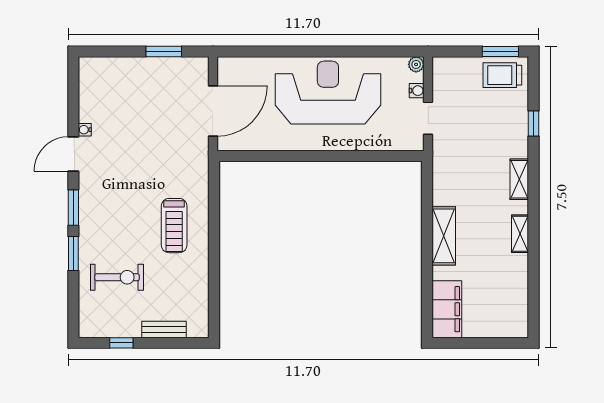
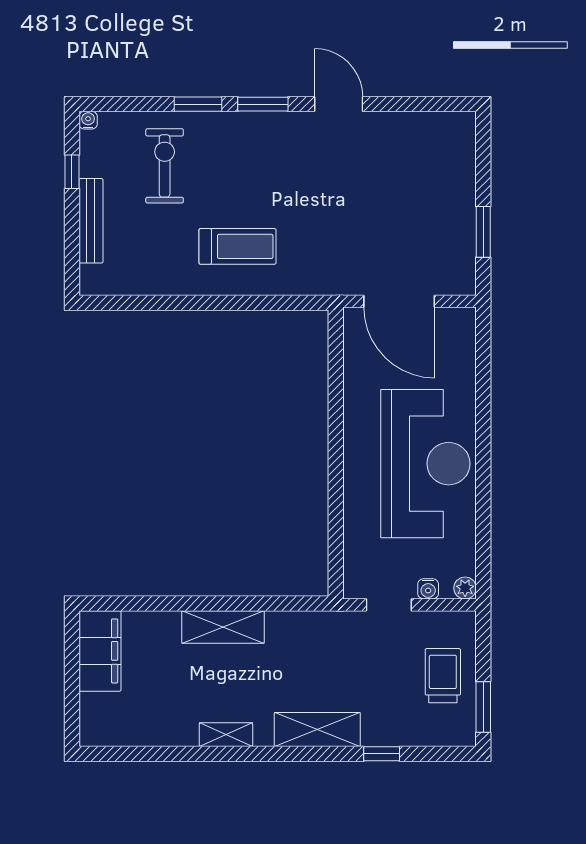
trolley: (502, 75) -> (443, 676), moved
water cooler: (85, 130) -> (88, 120), moved
shelving: (519, 179) -> (317, 729), width x1.50, depth x1.33
treadmill: (174, 226) -> (238, 246), turned 180
exercise bike: (117, 277) -> (165, 166), turned 180
filing cabinet: (447, 309) -> (100, 651), moved, turned -90
bench: (164, 329) -> (91, 221), width x1.36

